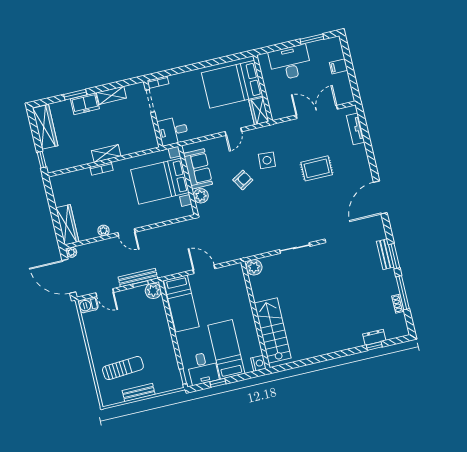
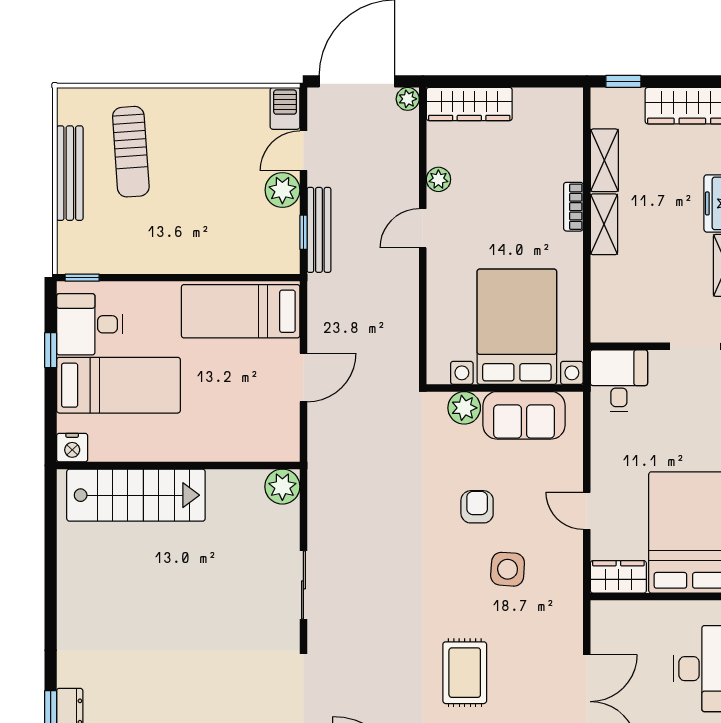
shelving: (78, 160) -> (604, 160), added
armchair: (243, 180) -> (477, 507), turned -149
plant: (153, 291) -> (282, 190), moved
bench: (139, 392) -> (70, 173), width x1.36

